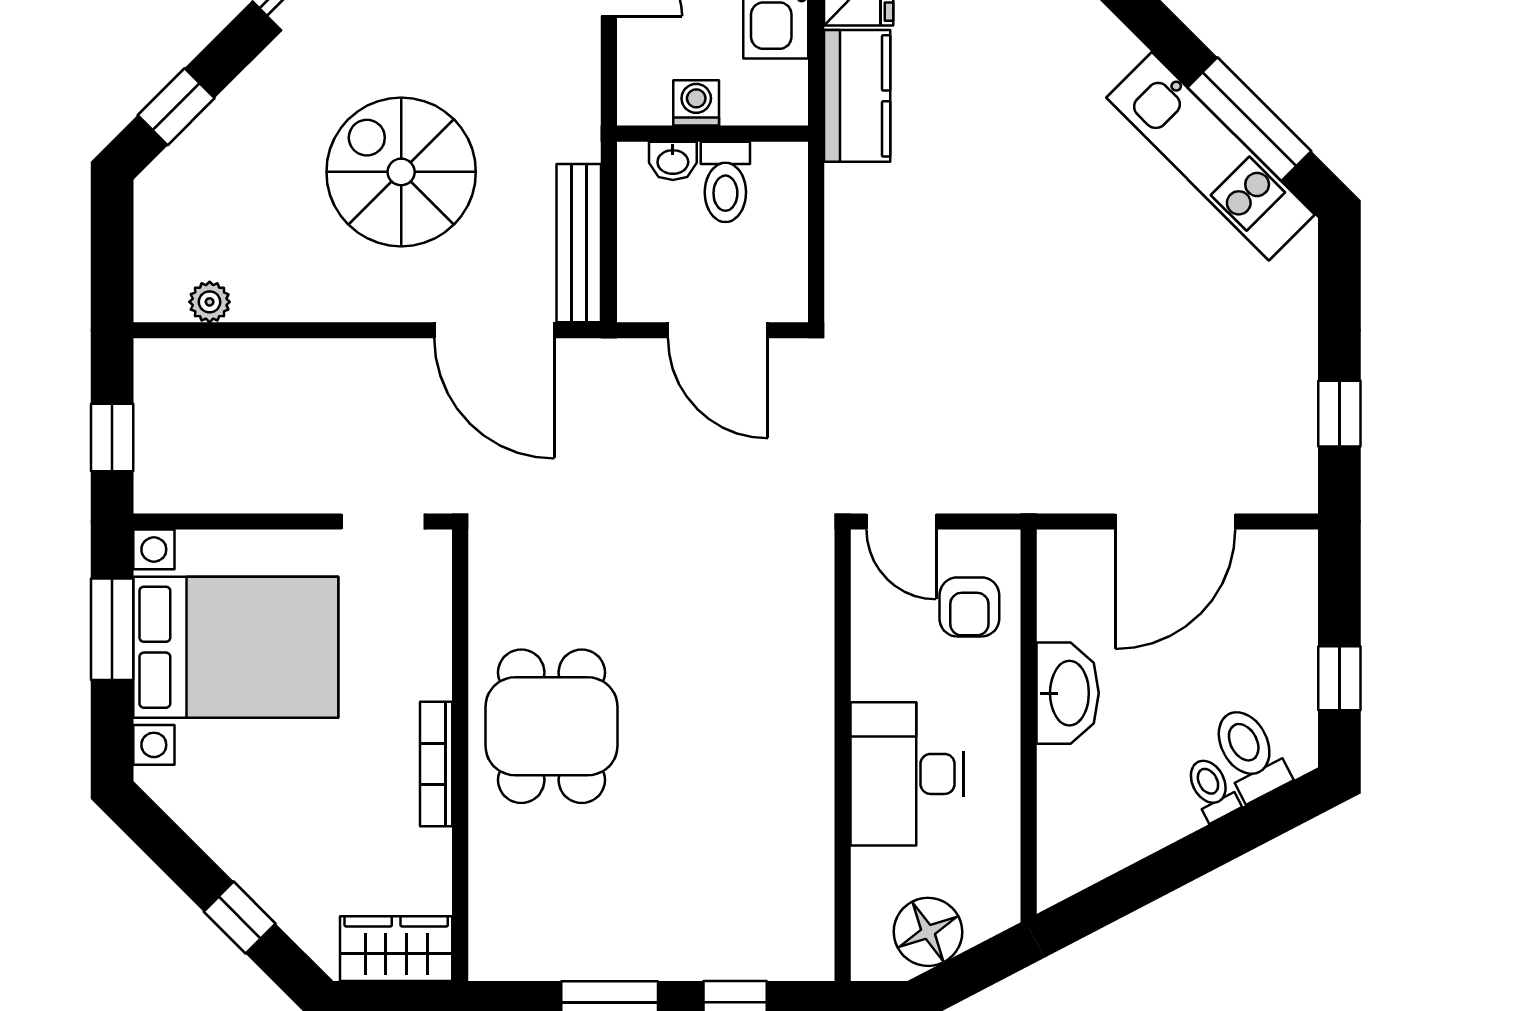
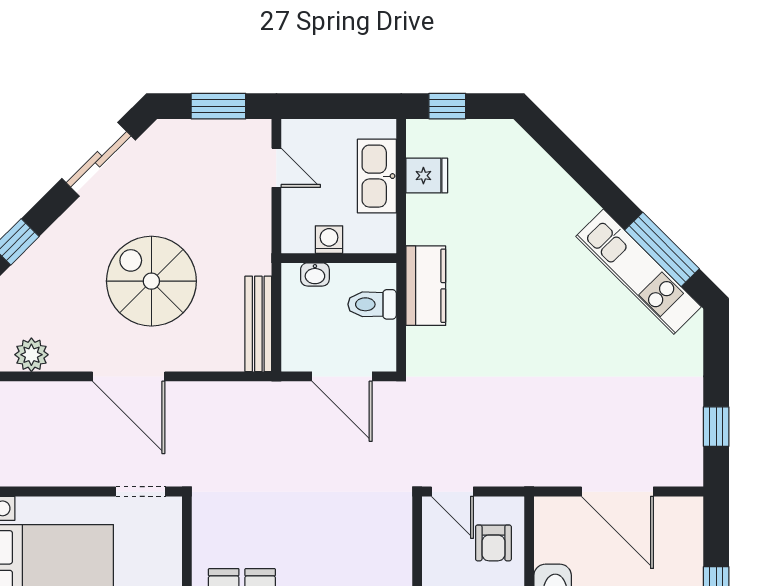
kitchen counter: (857, 96) -> (426, 286), moved
toilet: (725, 182) -> (372, 304), moved, turned 90
plant: (210, 302) -> (31, 355), width x1.38, depth x1.38
door: (494, 330) -> (129, 376), moved
door: (1175, 522) -> (617, 492), hinge flipped

